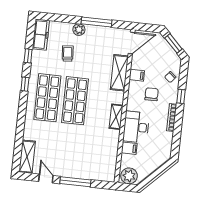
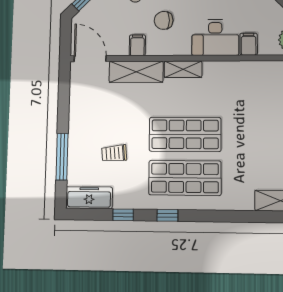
window: (97, 22) -> (62, 157), moved
plant: (79, 30) -> (77, 140), removed
shelving: (116, 117) -> (183, 69), moved

